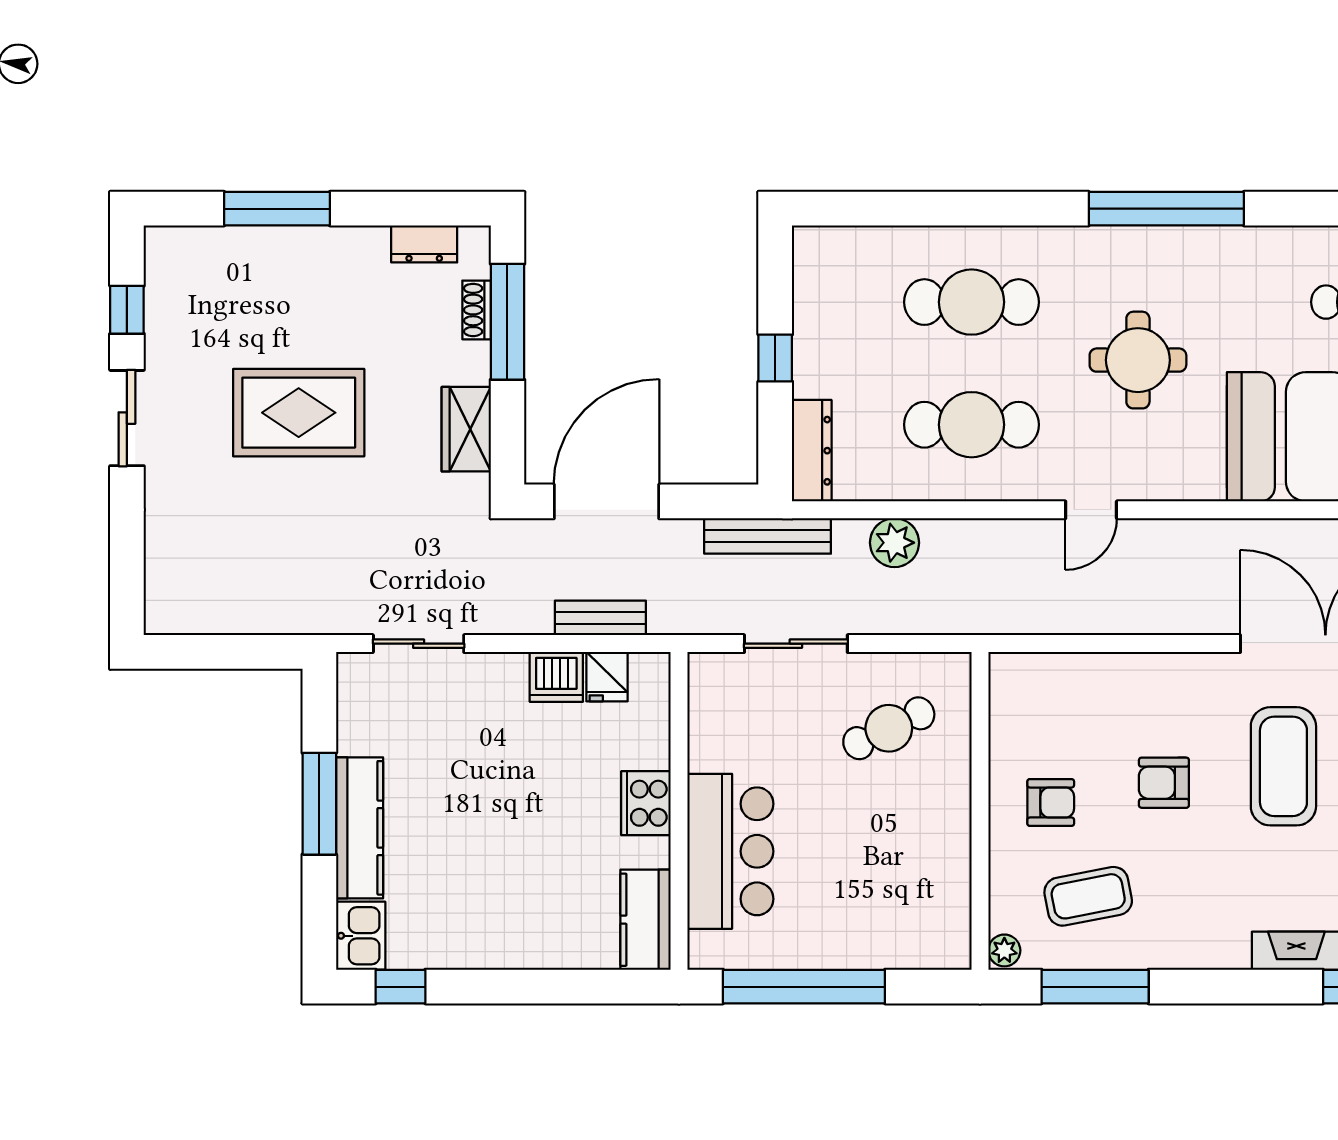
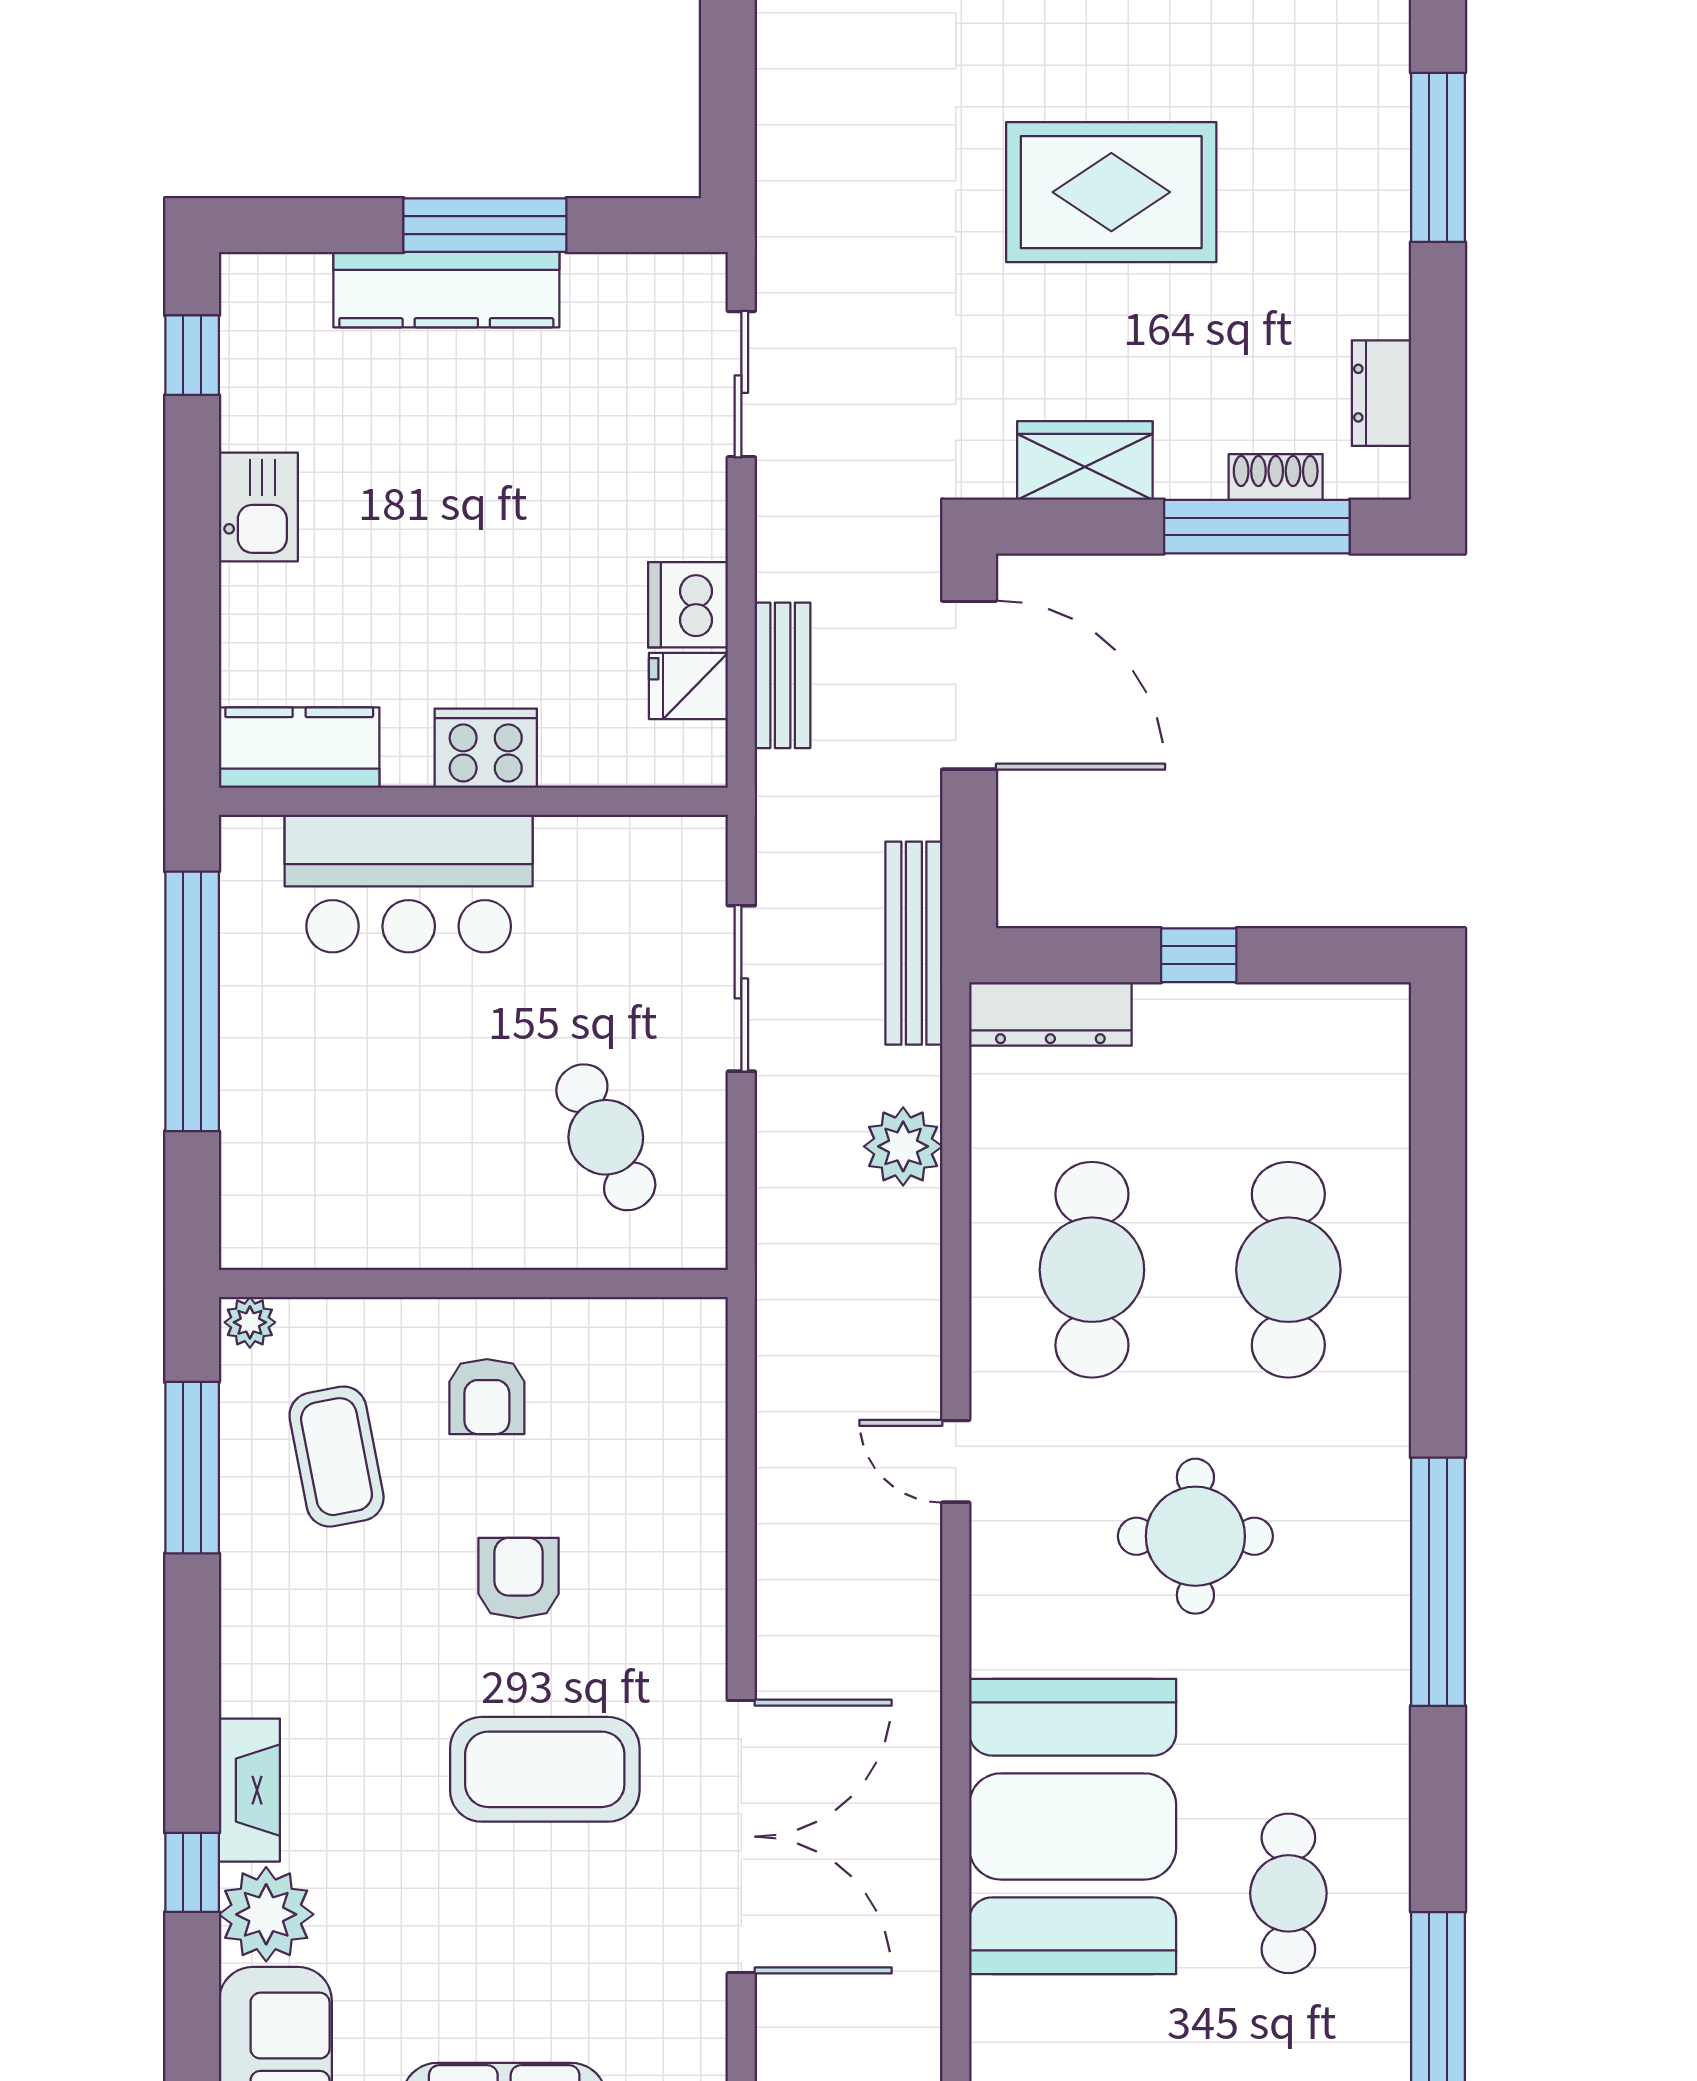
rug: (299, 413) -> (1111, 192), turned 90
kitchen sink: (361, 936) -> (258, 507), moved, turned -90

